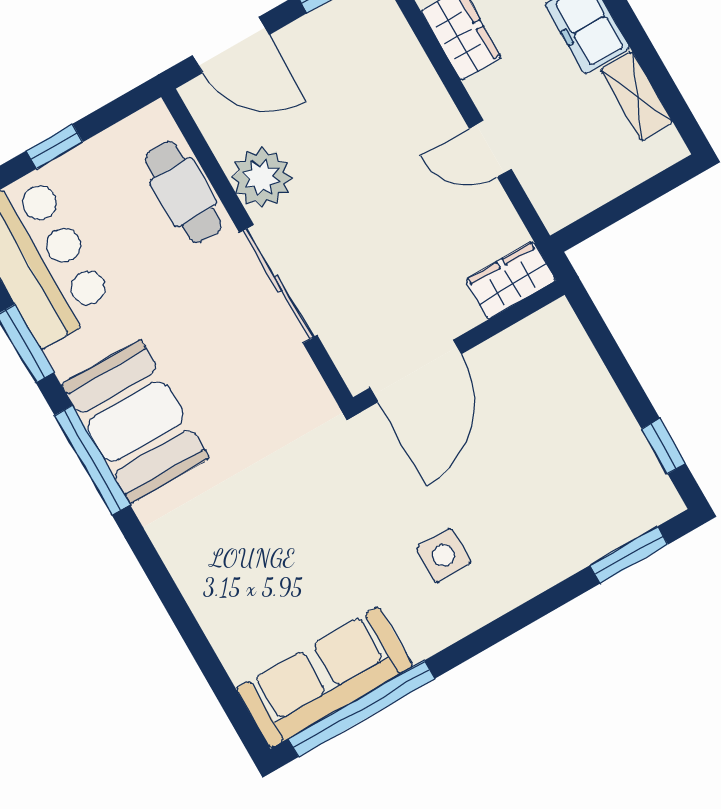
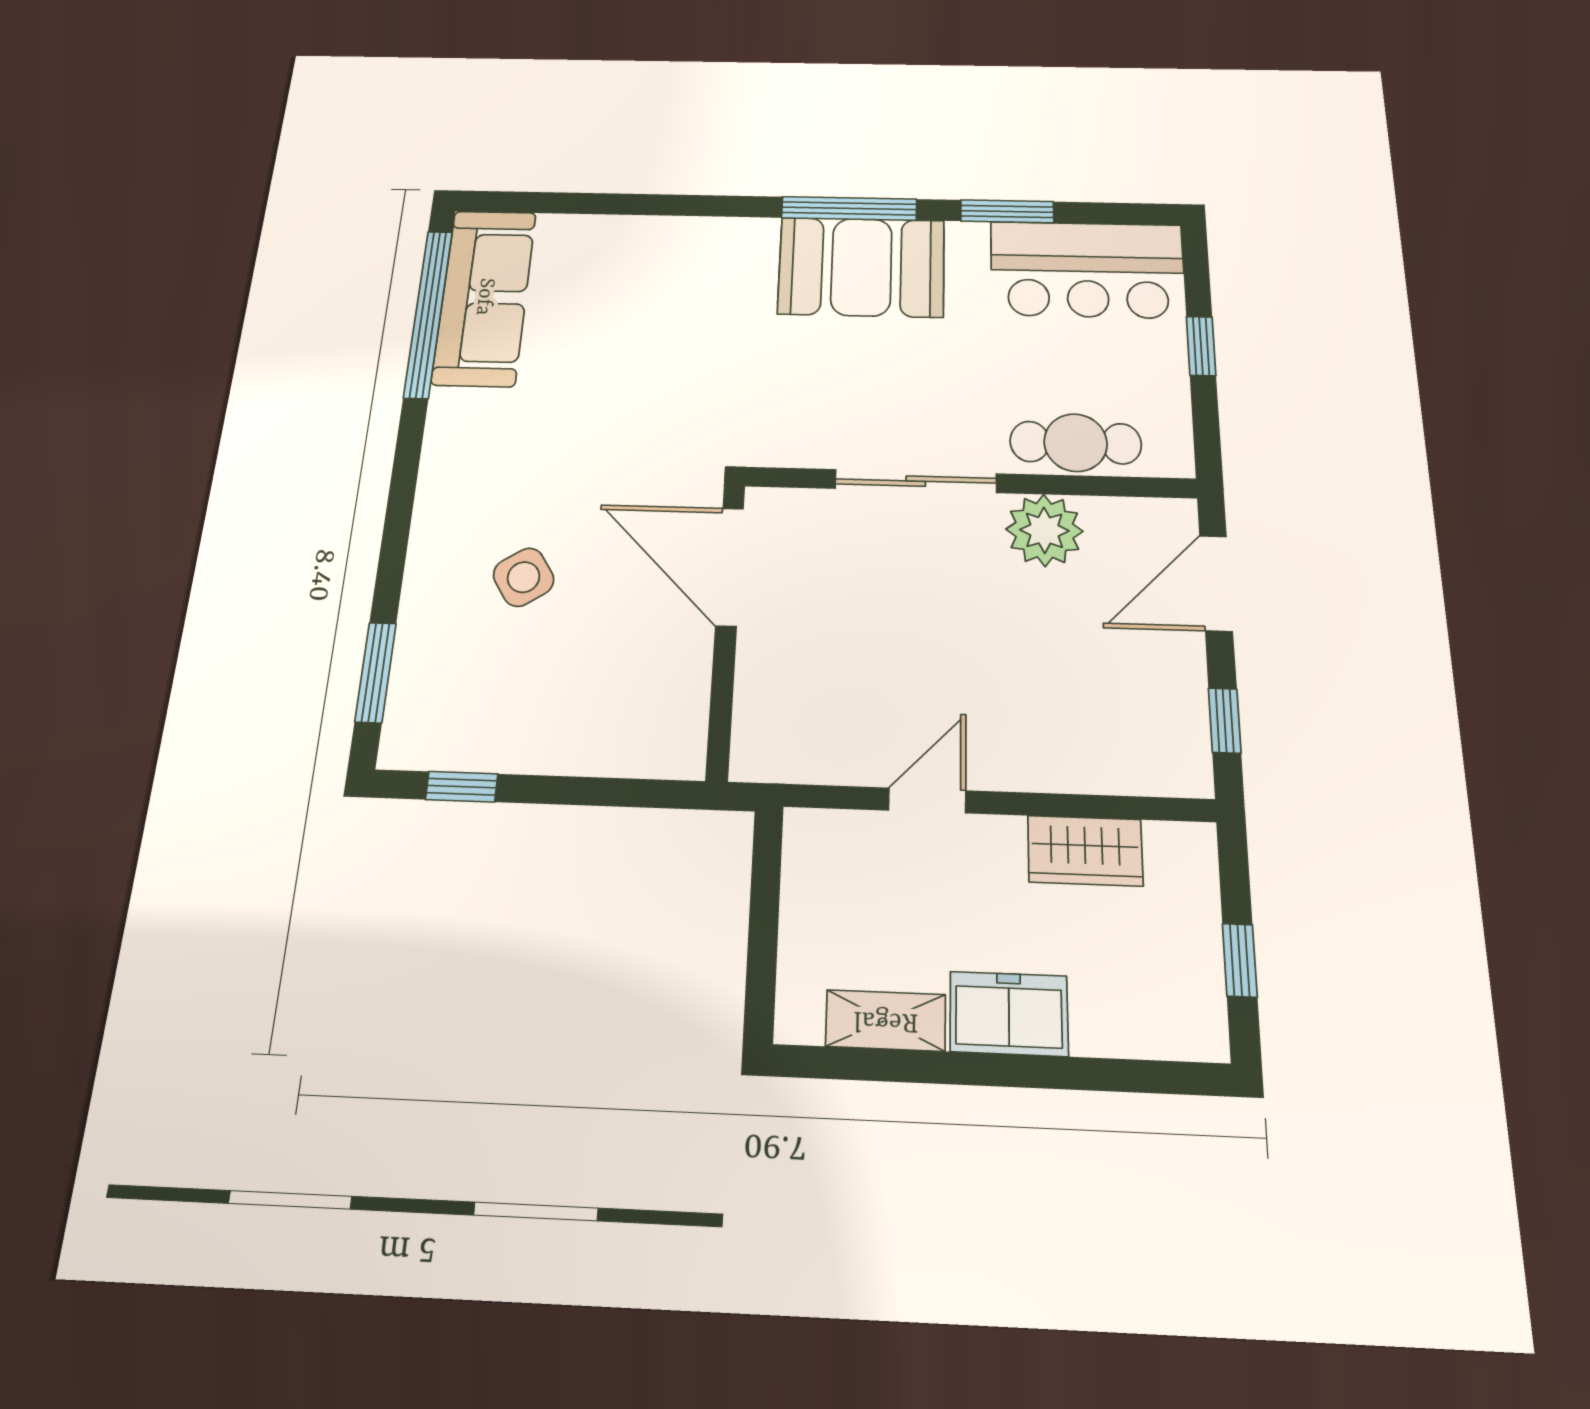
wardrobe: (511, 280) -> (761, 730), removed
side table: (444, 555) -> (524, 577), moved, turned -33

